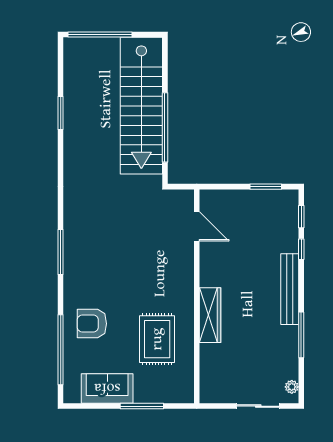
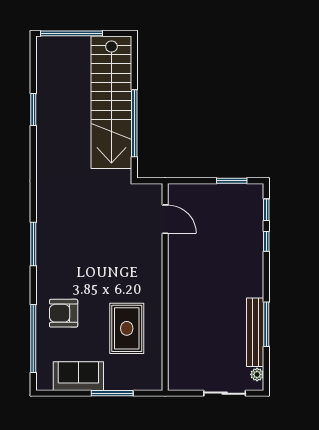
bench: (290, 289) -> (255, 332), moved
wardrobe: (210, 315) -> (178, 305), removed

